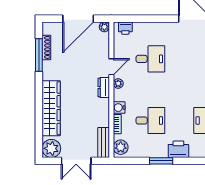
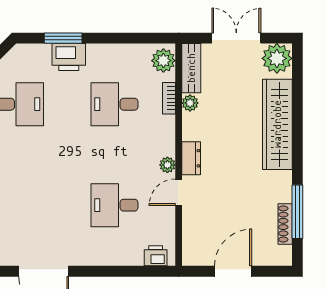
door: (78, 19) -> (233, 271), width x0.73
plant: (104, 27) -> (190, 103), moved
water cooler: (119, 108) -> (166, 125), removed
window: (161, 161) -> (63, 38), moved

